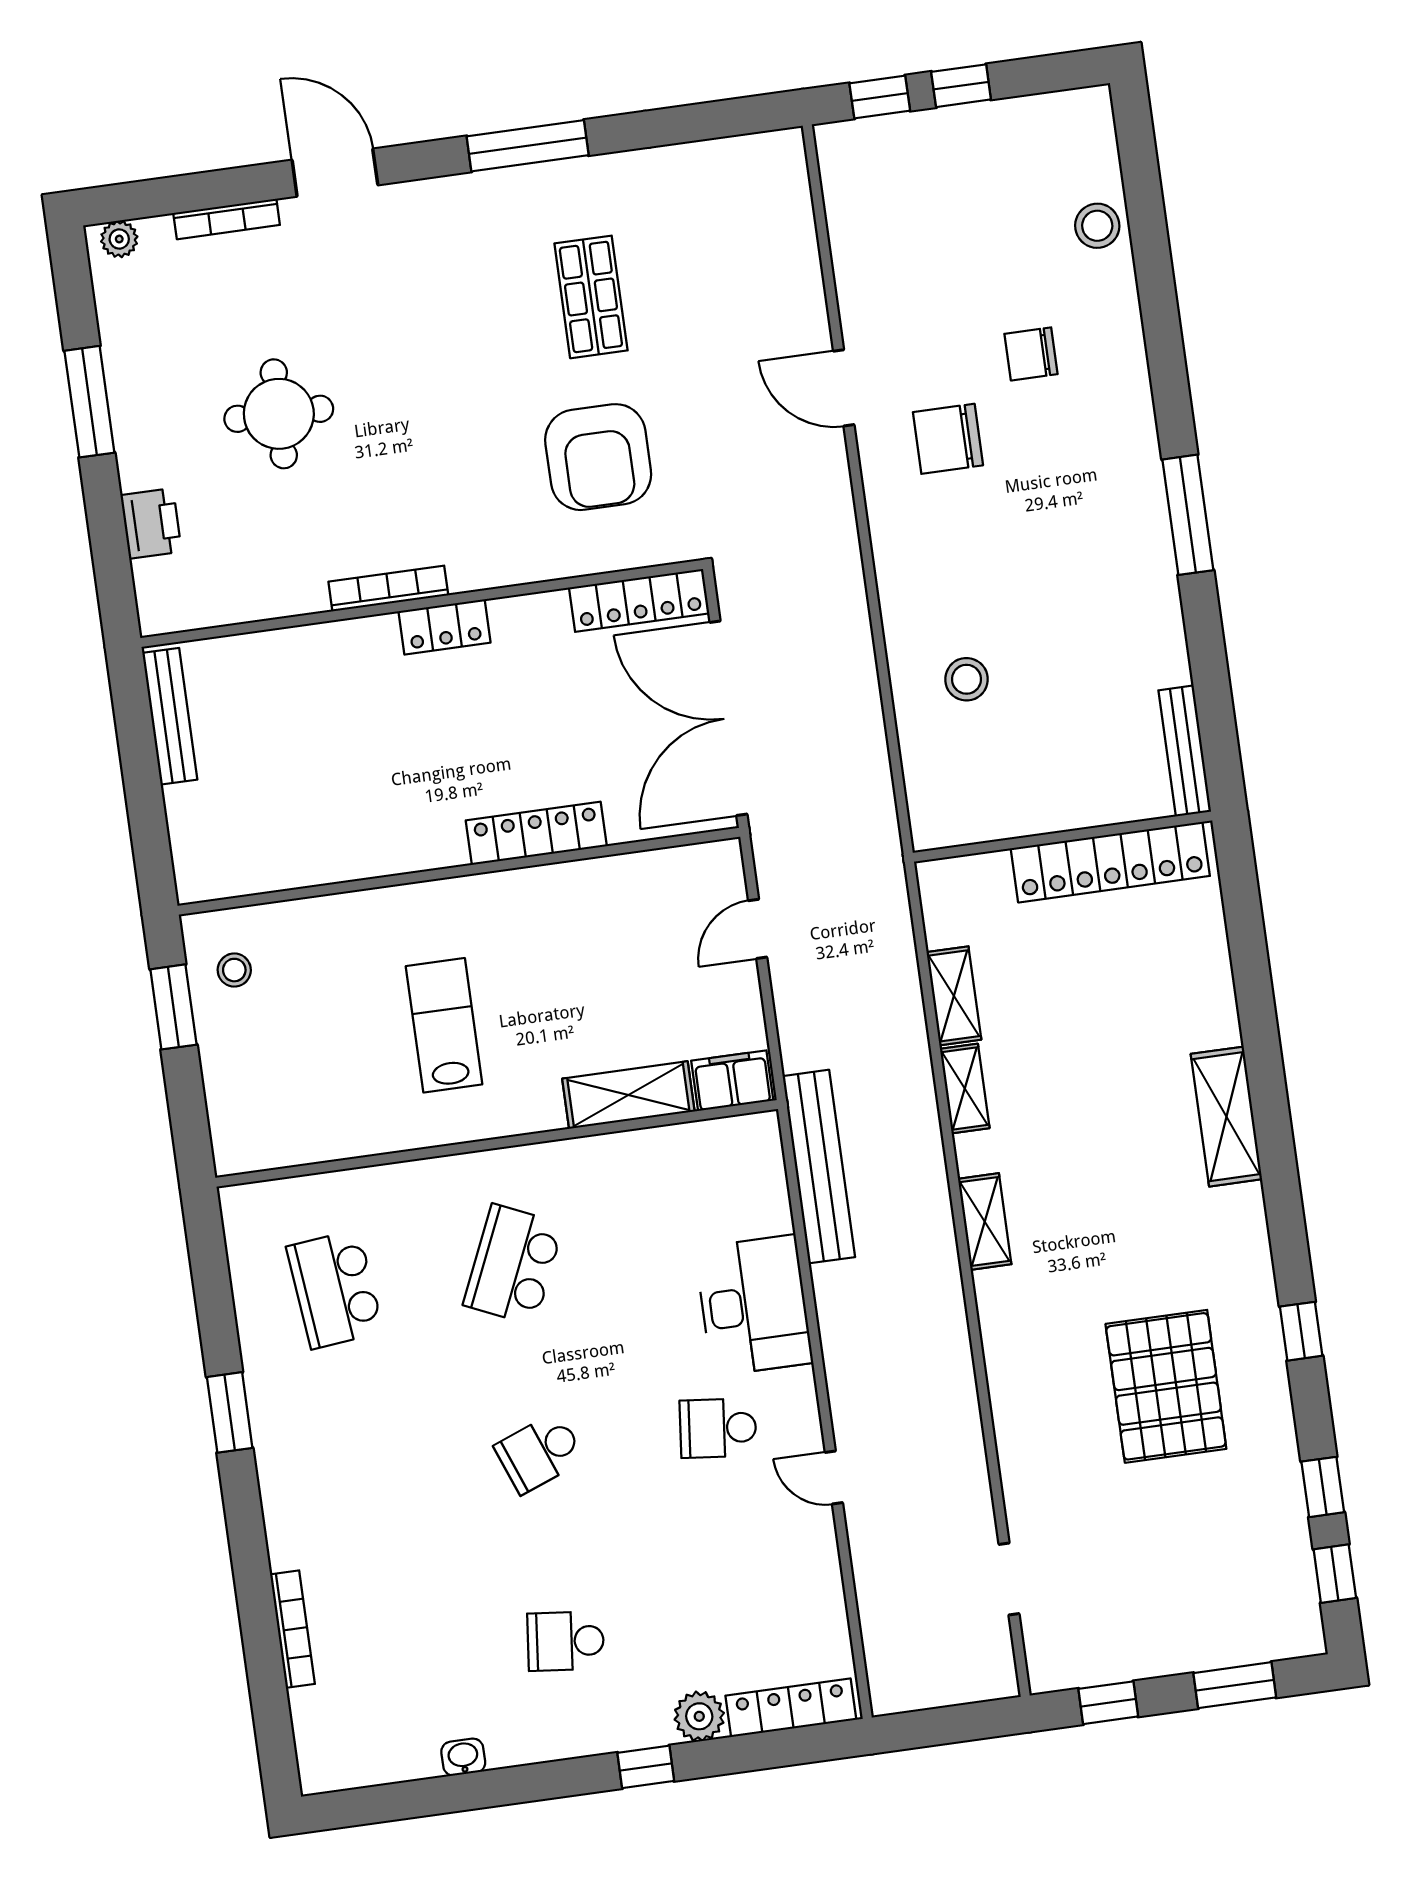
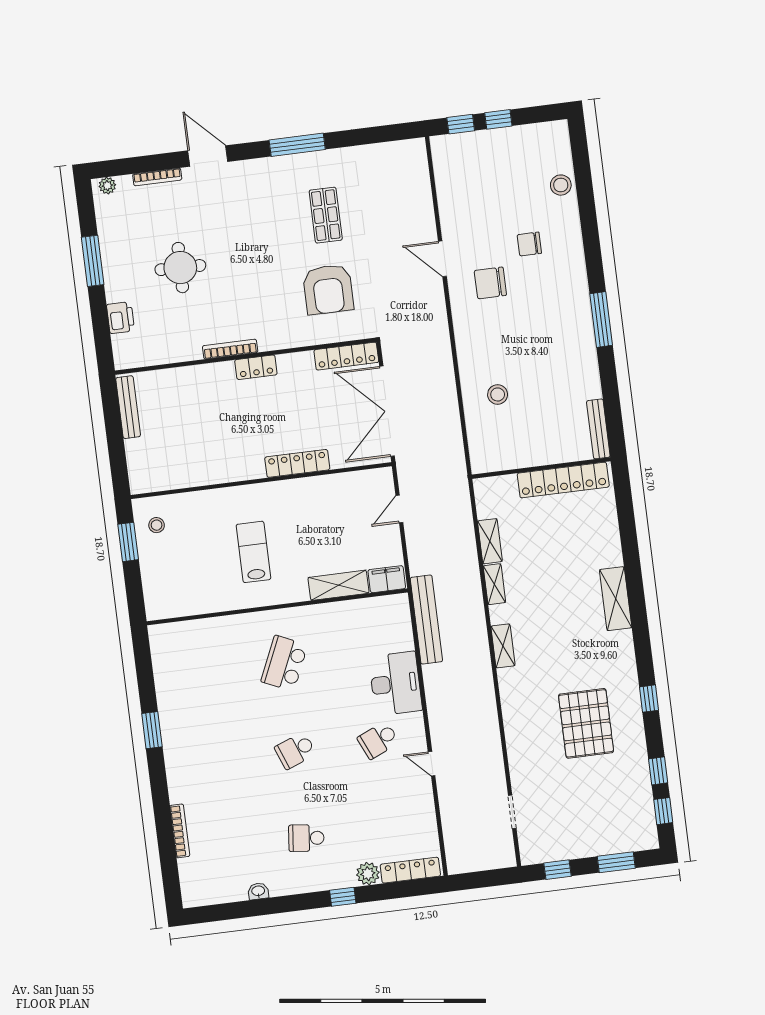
school desk: (335, 1289) -> (201, 674), removed
school desk: (718, 1428) -> (378, 740), turned -30

